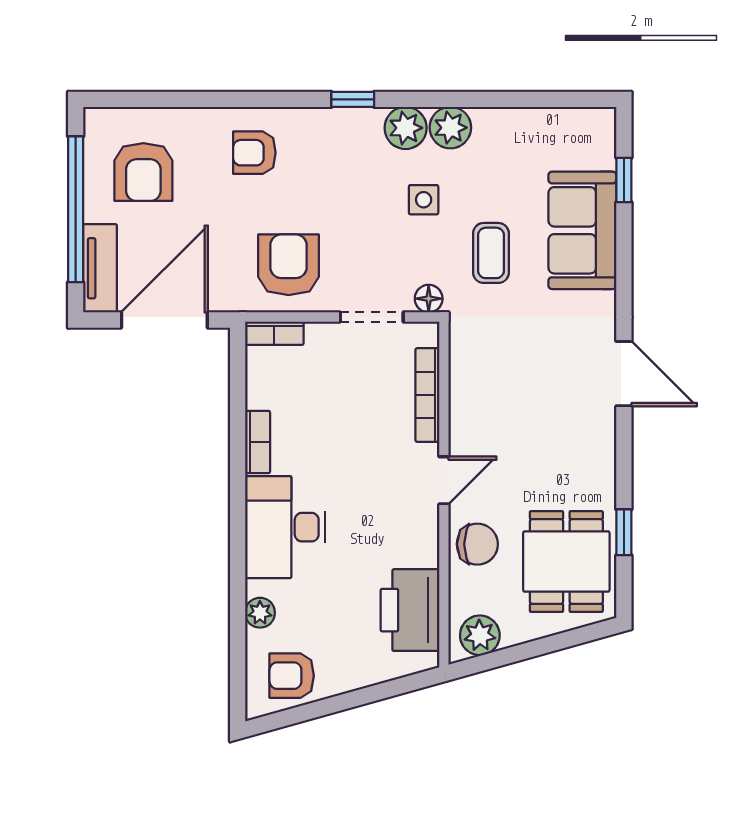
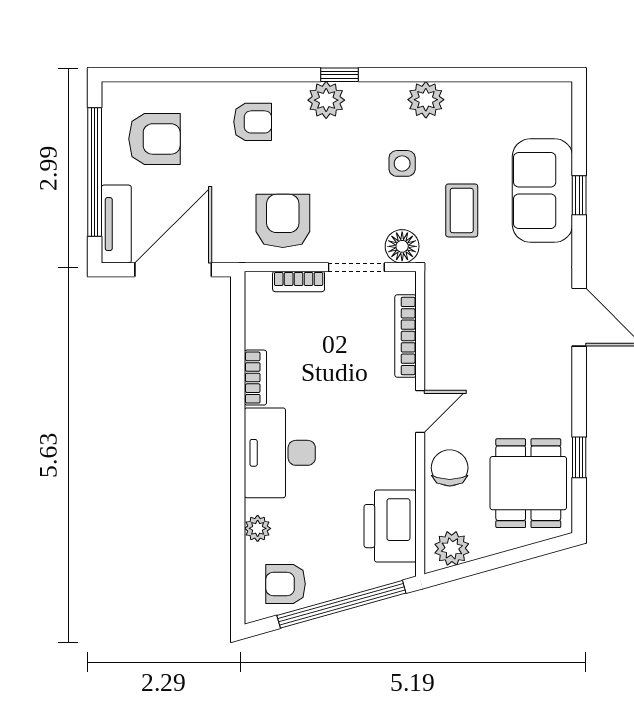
plant: (406, 128) -> (326, 100), moved
armchair: (254, 153) -> (253, 122), turned 180
armchair: (143, 172) -> (155, 139), turned -90
window: (624, 180) -> (579, 195), moved
floor lamp: (429, 299) -> (402, 246), width x1.37, depth x1.37
bookcase: (274, 333) -> (299, 281), moved
chair: (477, 544) -> (450, 468), turned -90
window: (355, 699) -> (341, 604), added

